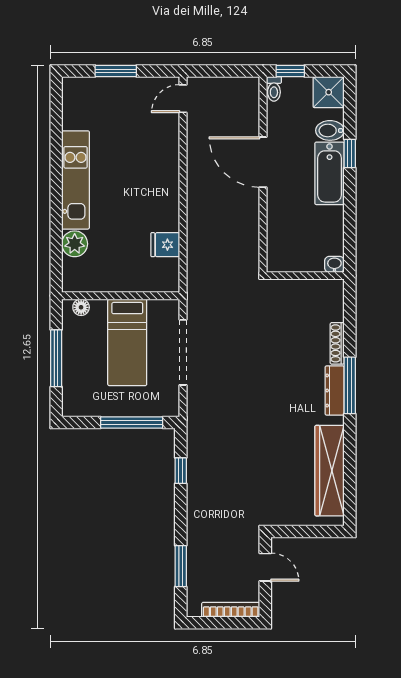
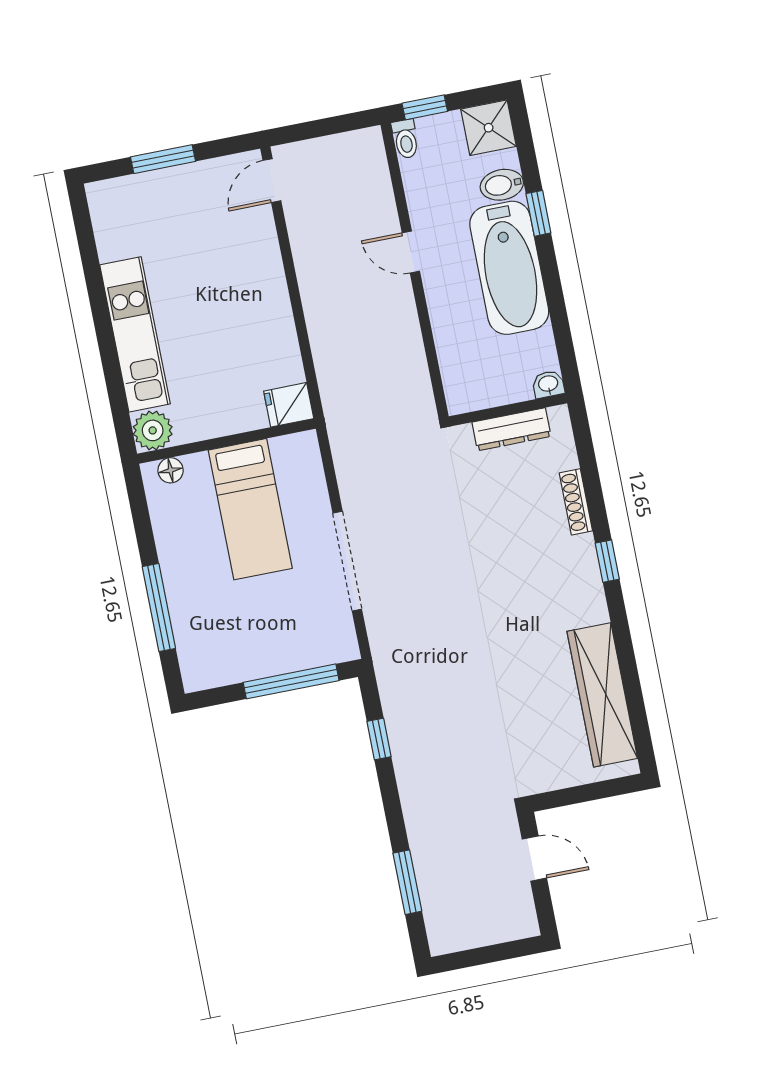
door: (263, 162) -> (411, 252), width x0.53
bathtub: (330, 173) -> (509, 268), width x1.36, depth x1.36
wall: (121, 296) -> (226, 441), moved
floor lamp: (81, 307) -> (171, 470), moved
bed: (127, 342) -> (250, 509), moved
window: (350, 385) -> (607, 561), width x0.46
dresser: (335, 390) -> (511, 429), moved, turned -90
bookcase: (231, 610) -> (495, 933), removed

